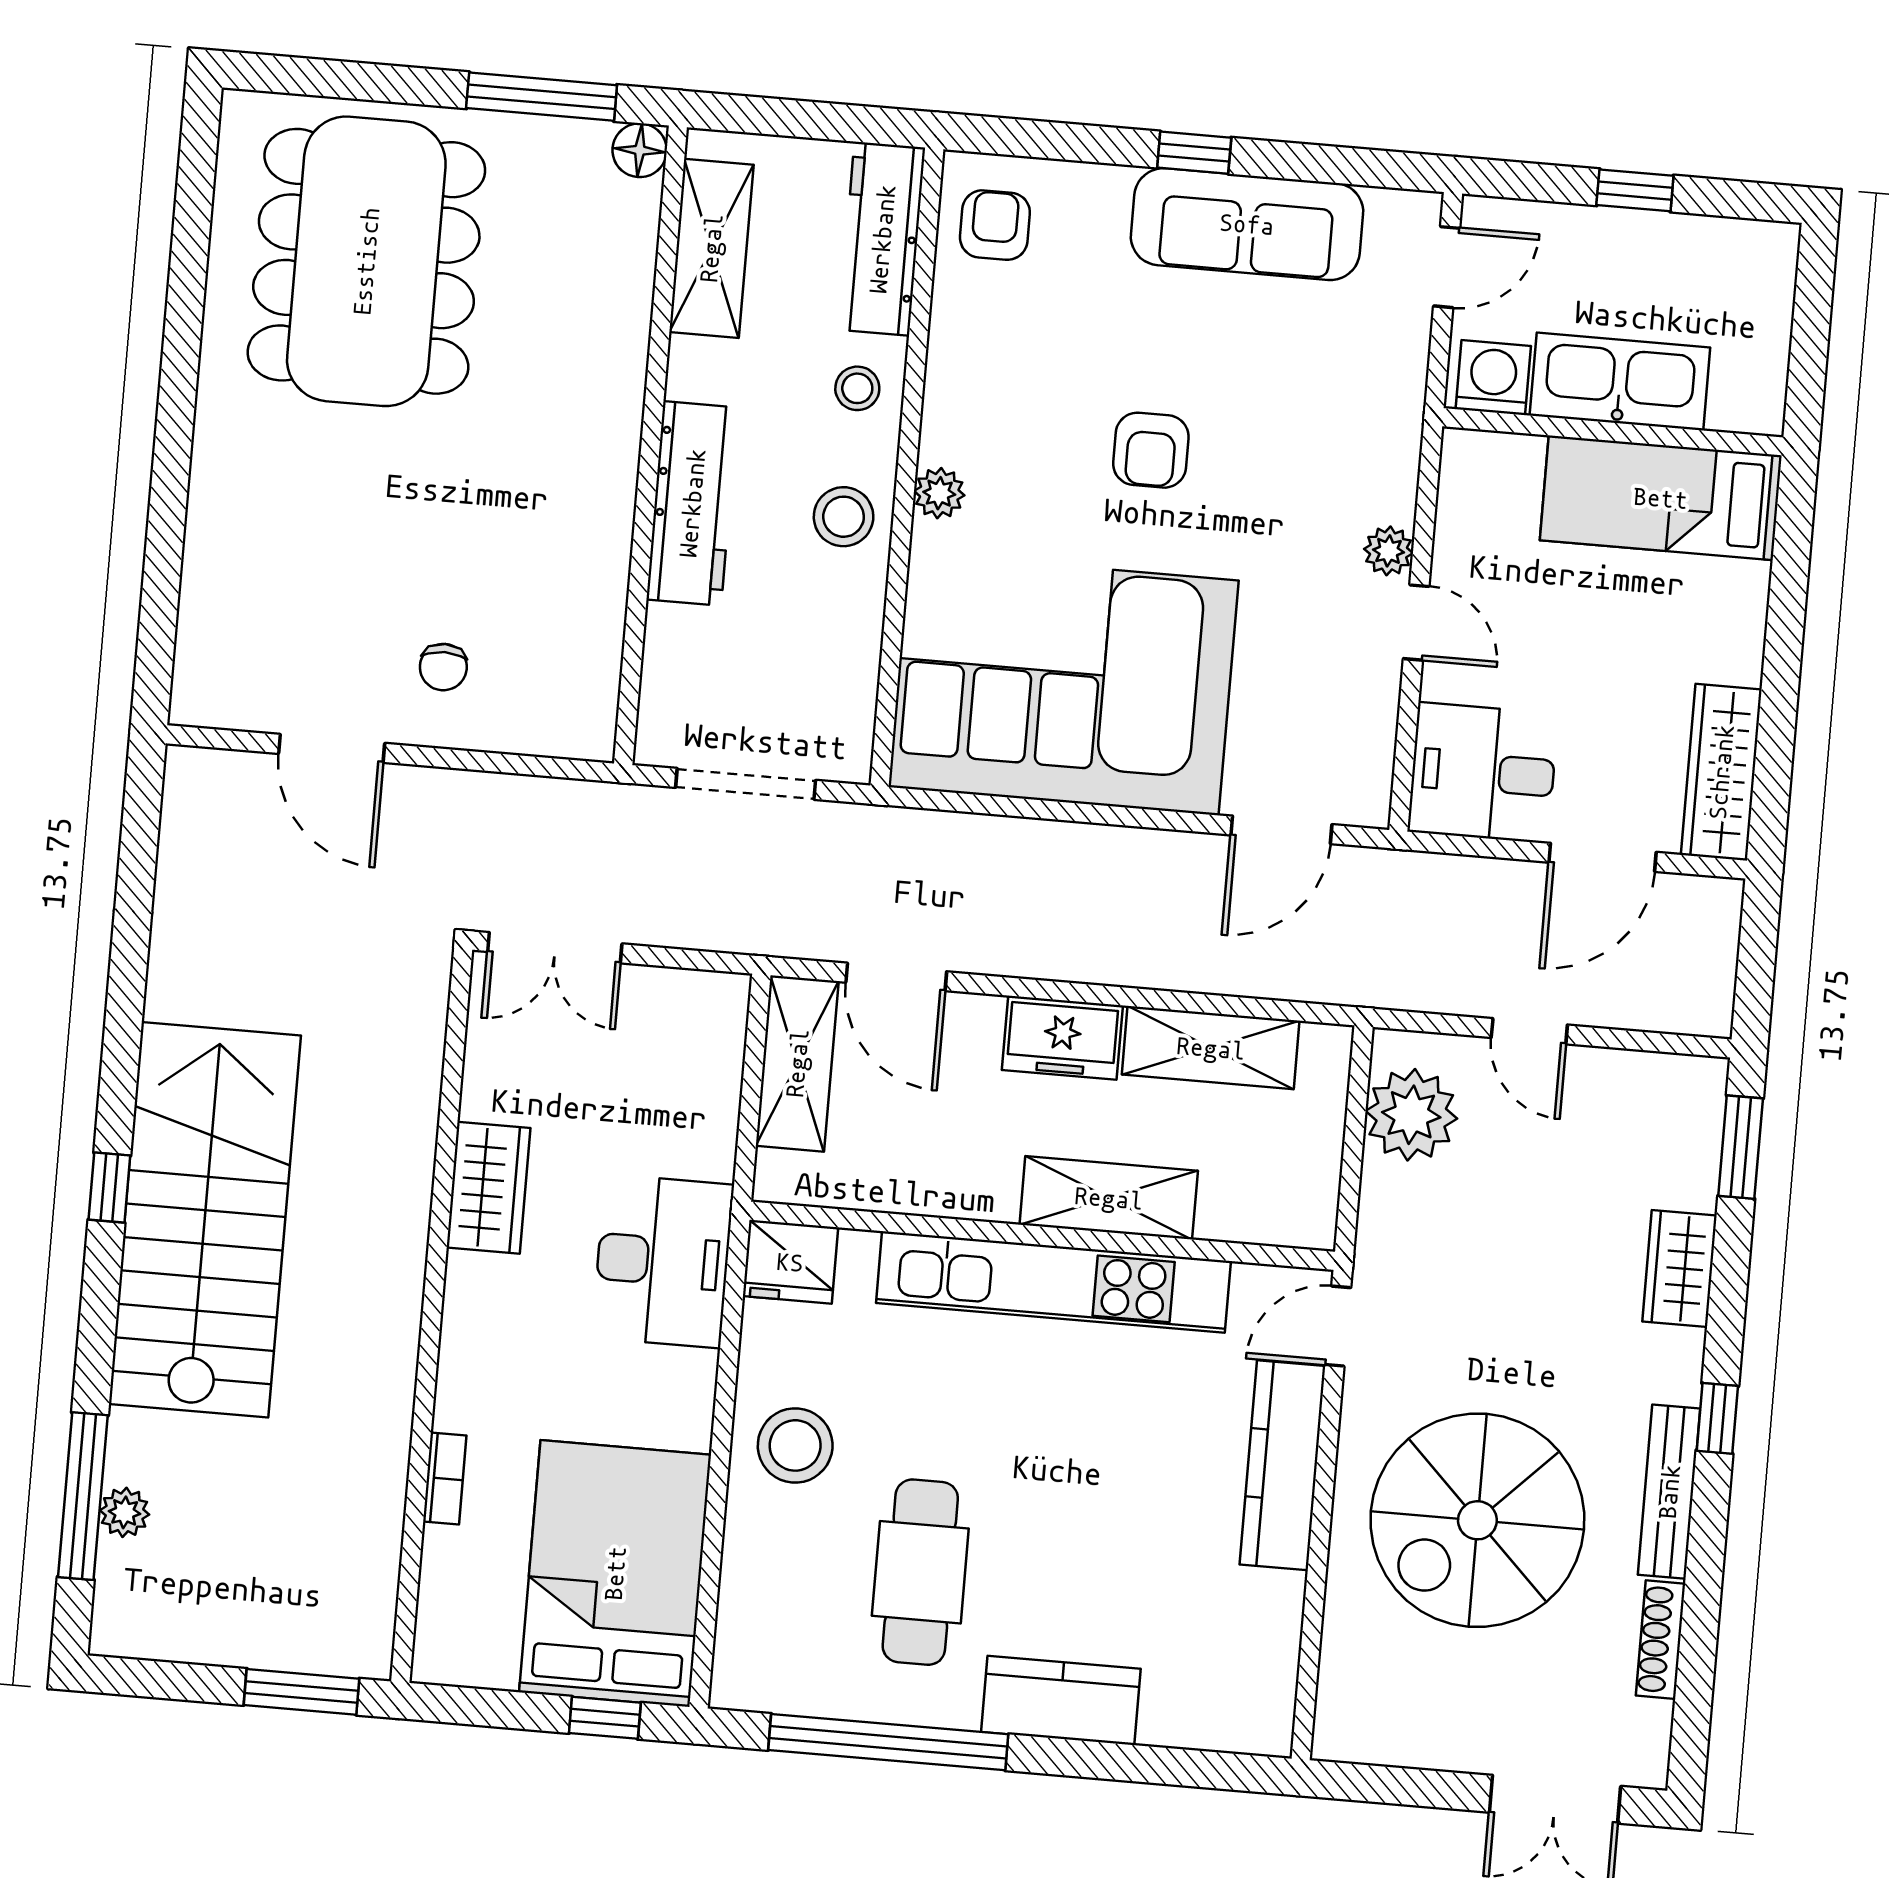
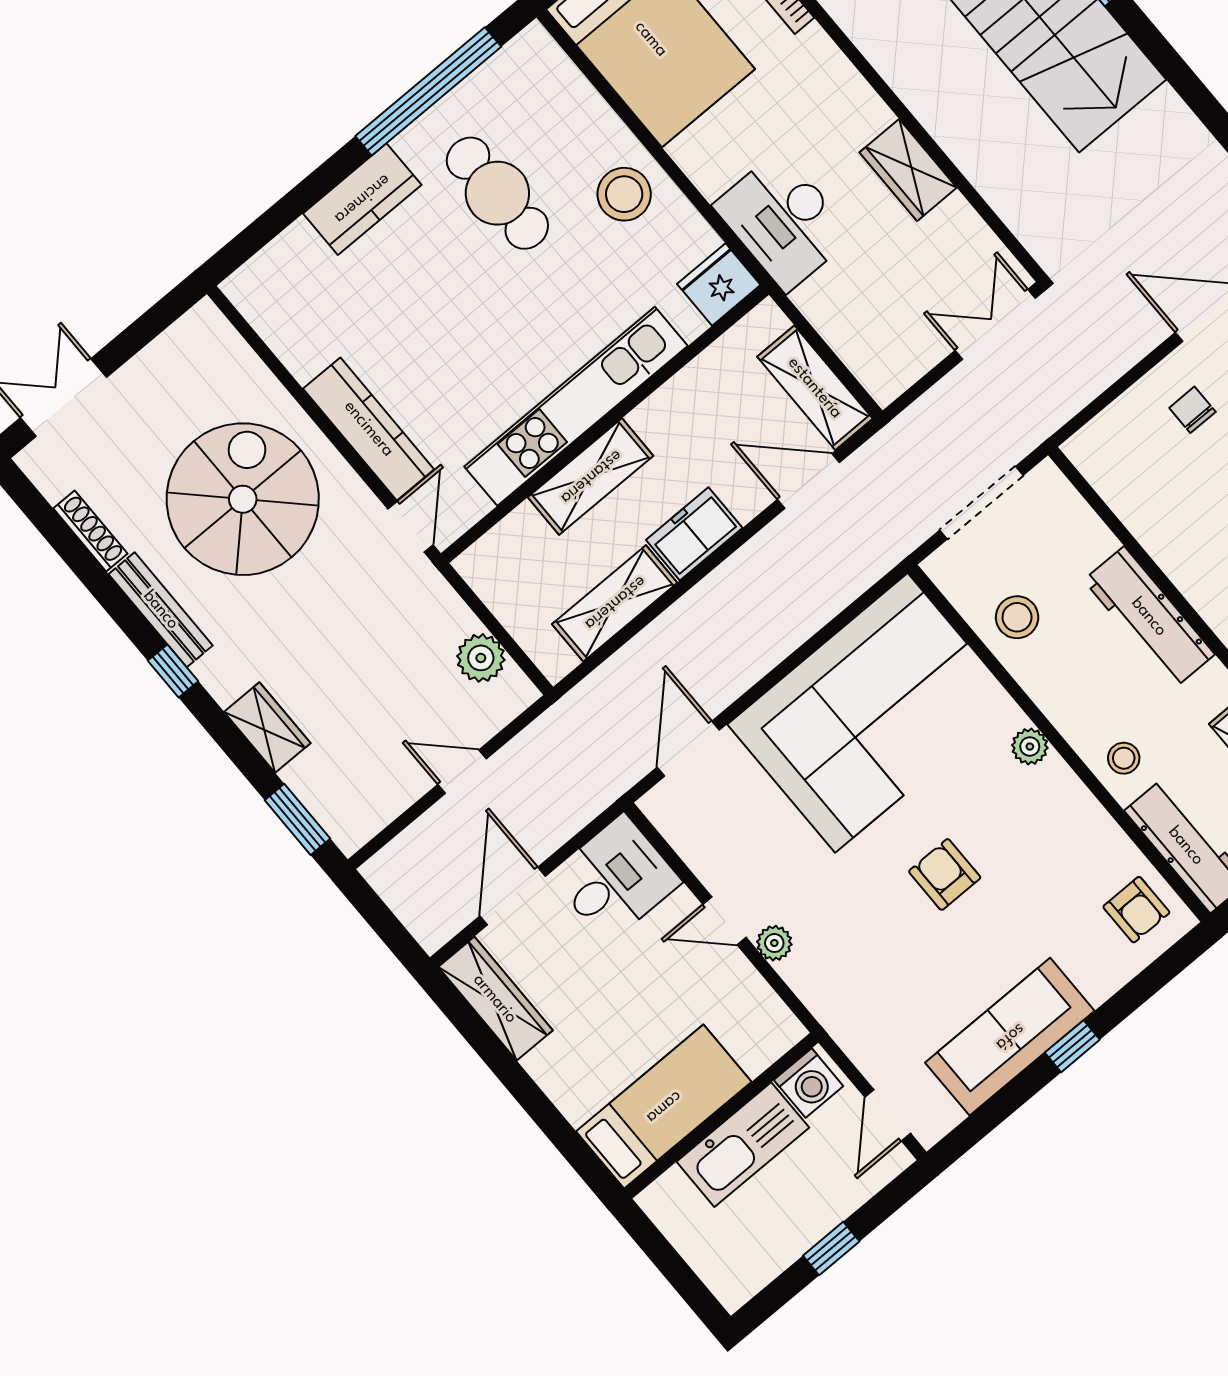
stool: (844, 517) -> (1017, 617), moved
plant: (1411, 1115) -> (481, 658), width x0.73, depth x0.73

